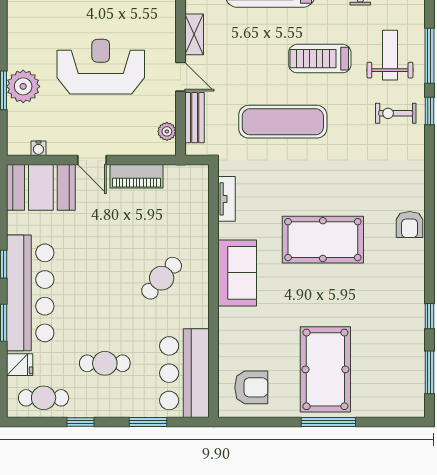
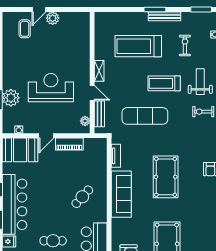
door: (92, 160) -> (46, 136), hinge flipped
pool table: (323, 240) -> (166, 177), turned 90
sofa: (237, 273) -> (121, 194), width x1.36

